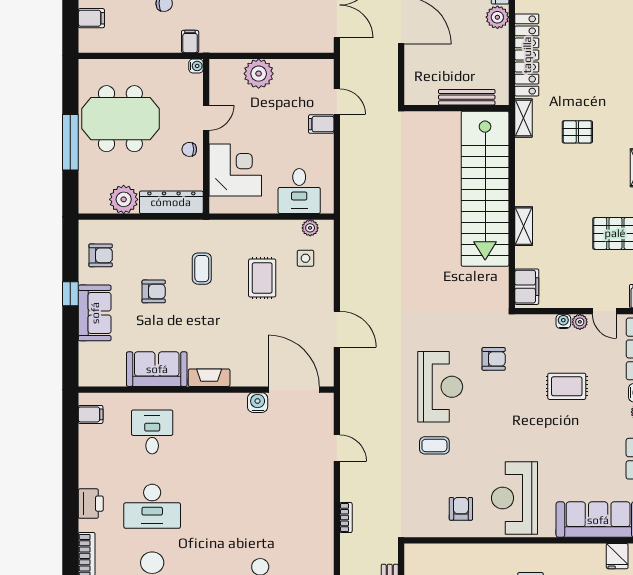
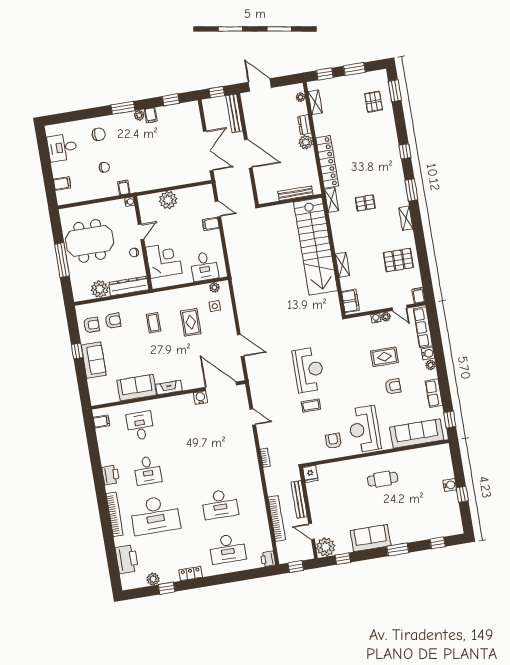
armchair: (154, 291) -> (113, 321), moved
armchair: (494, 359) -> (393, 386), moved
desk: (152, 506) -> (148, 470), width x0.73
fridge: (617, 556) -> (310, 474), moved

